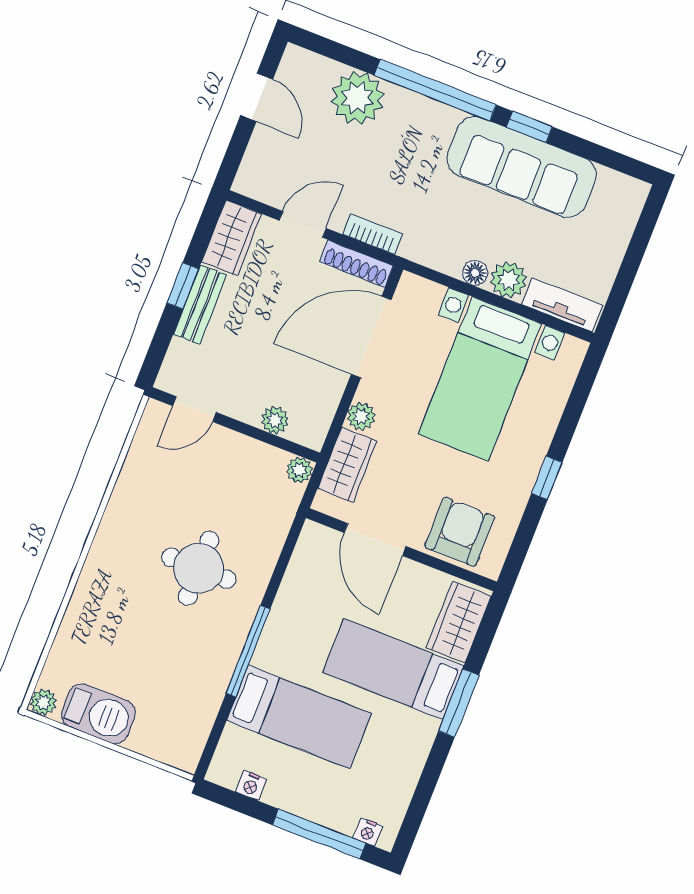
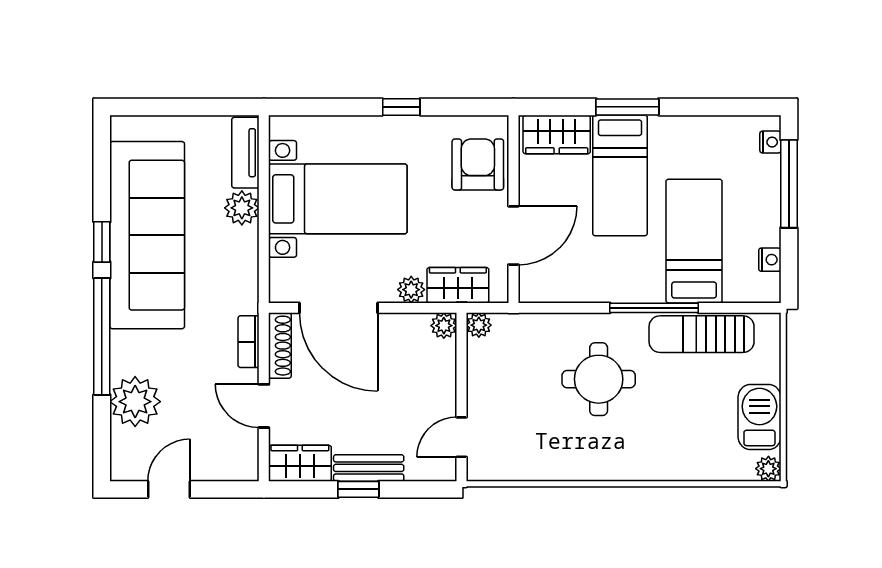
sofa: (521, 167) -> (147, 235), width x1.36, depth x1.27
floor lamp: (475, 273) -> (247, 239), removed
door: (194, 409) -> (462, 437), swing flipped
plant: (275, 420) -> (444, 326), moved
armchair: (460, 532) -> (478, 164), turned 90
sun lounger: (203, 688) -> (702, 334), added

